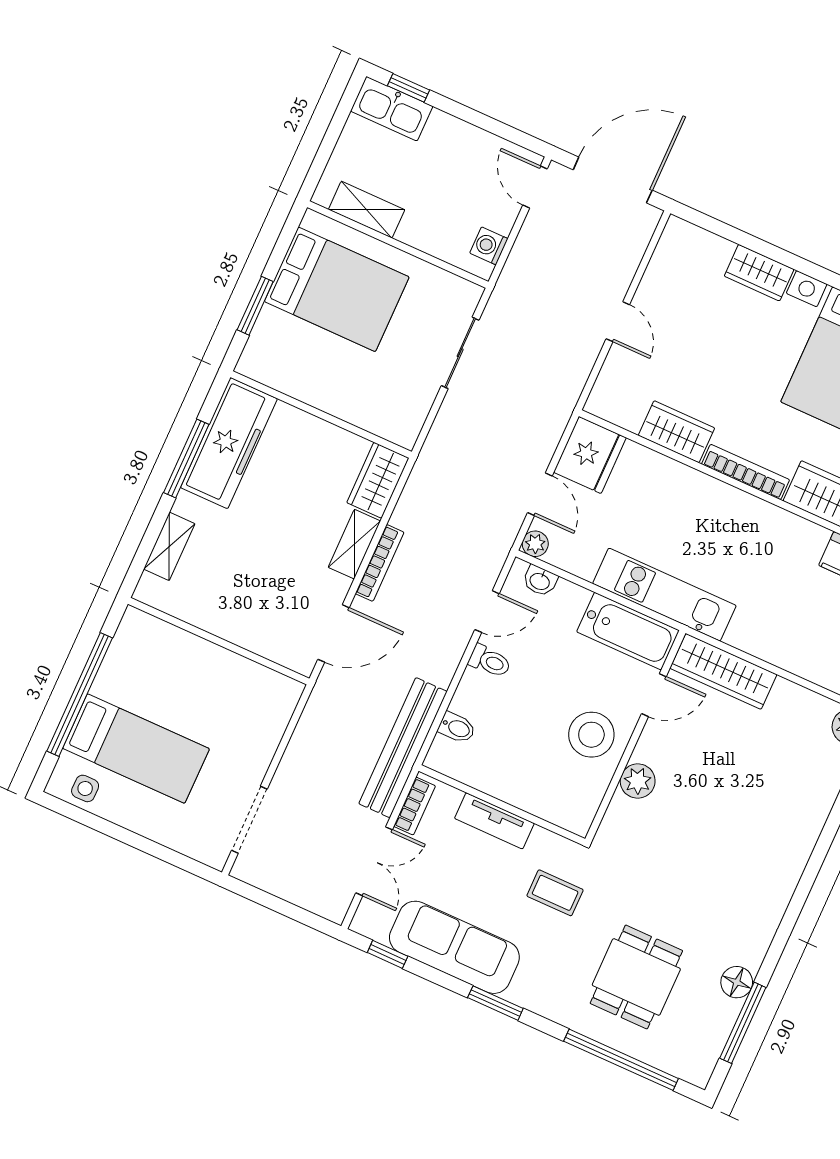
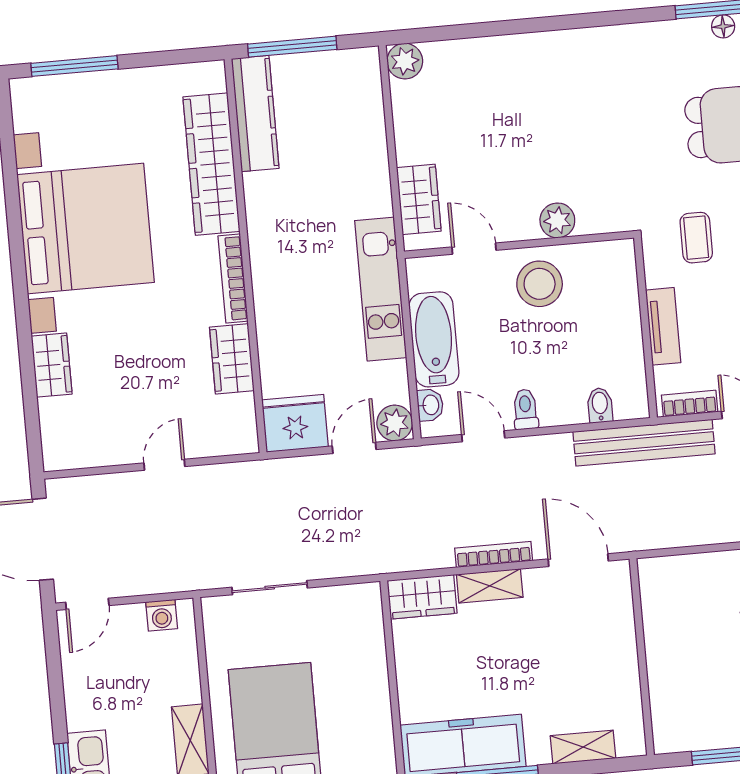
plant: (535, 544) -> (395, 423), width x1.38, depth x1.38
bathtub: (628, 631) -> (434, 339), moved
wardrobe: (723, 671) -> (419, 199), width x0.67
floor lamp: (737, 982) -> (723, 26), moved, width x0.73, depth x0.73

